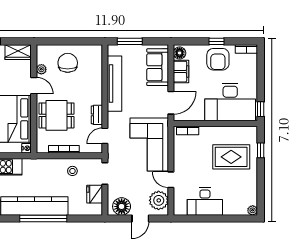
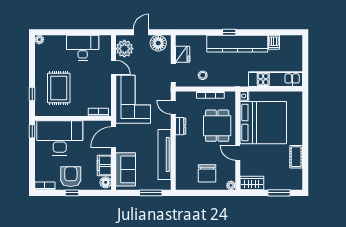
plant: (41, 69) -> (231, 185), moved
dining table: (56, 115) -> (217, 126), turned 90
door: (105, 136) -> (173, 107), swing flipped
rug: (231, 157) -> (59, 88), turned 90
window: (43, 218) -> (229, 32), width x0.32

